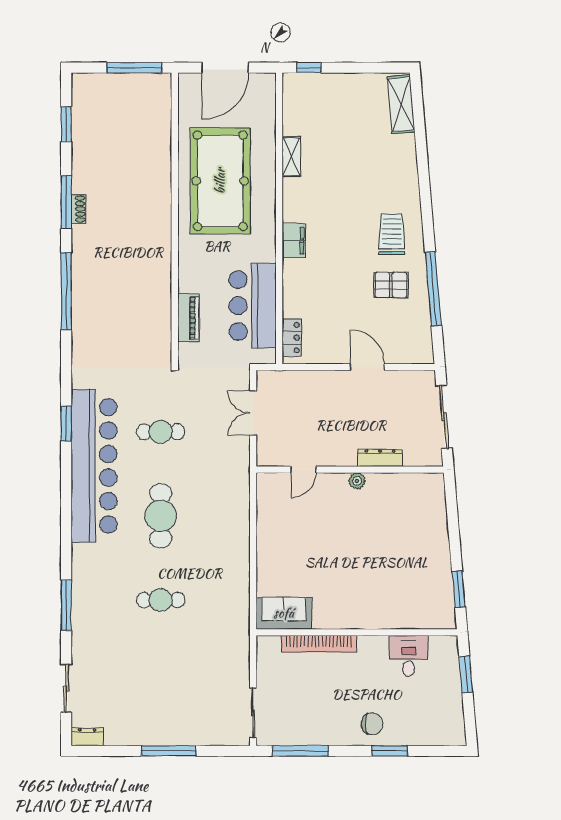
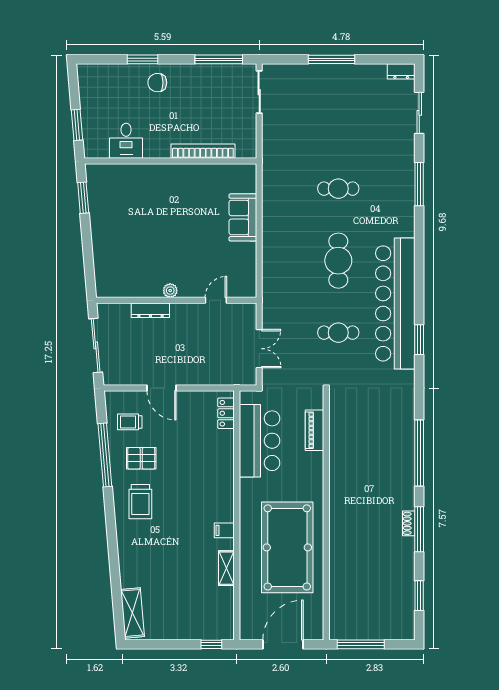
filing cabinet: (294, 241) -> (224, 530), moved, width x0.50
trolley: (404, 327) -> (130, 422), added
sofa: (284, 613) -> (243, 217), moved, turned 90

